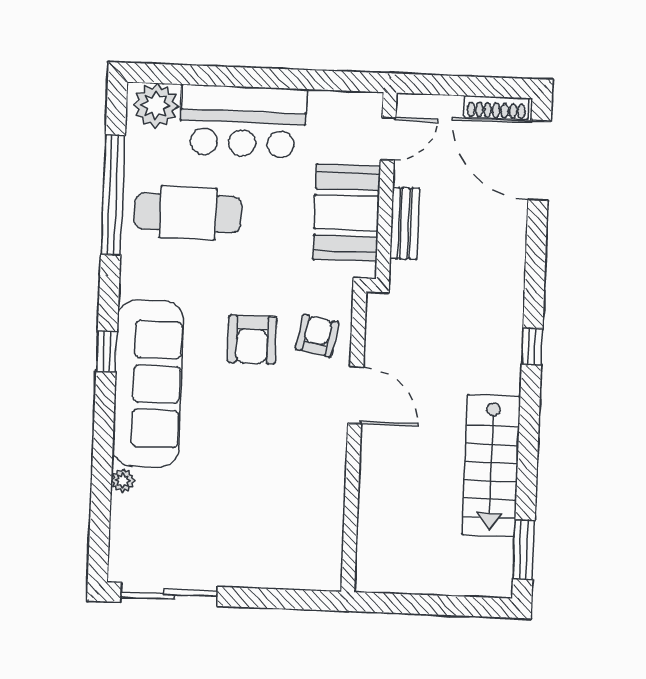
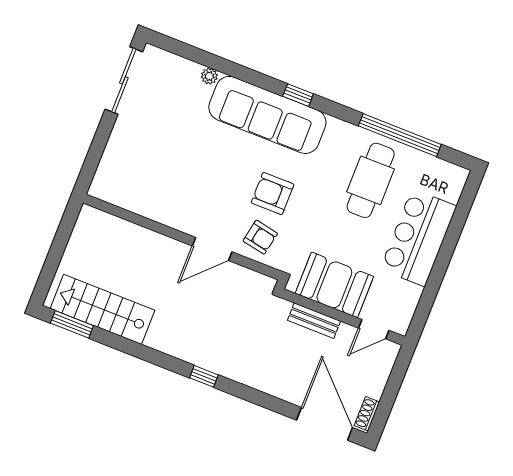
plant: (156, 106) -> (449, 184), removed
shoe rack: (496, 108) -> (367, 414), width x0.70
door: (388, 139) -> (374, 329), hinge flipped
door: (540, 161) -> (325, 424), hinge flipped
stairs: (491, 466) -> (102, 309), moved

